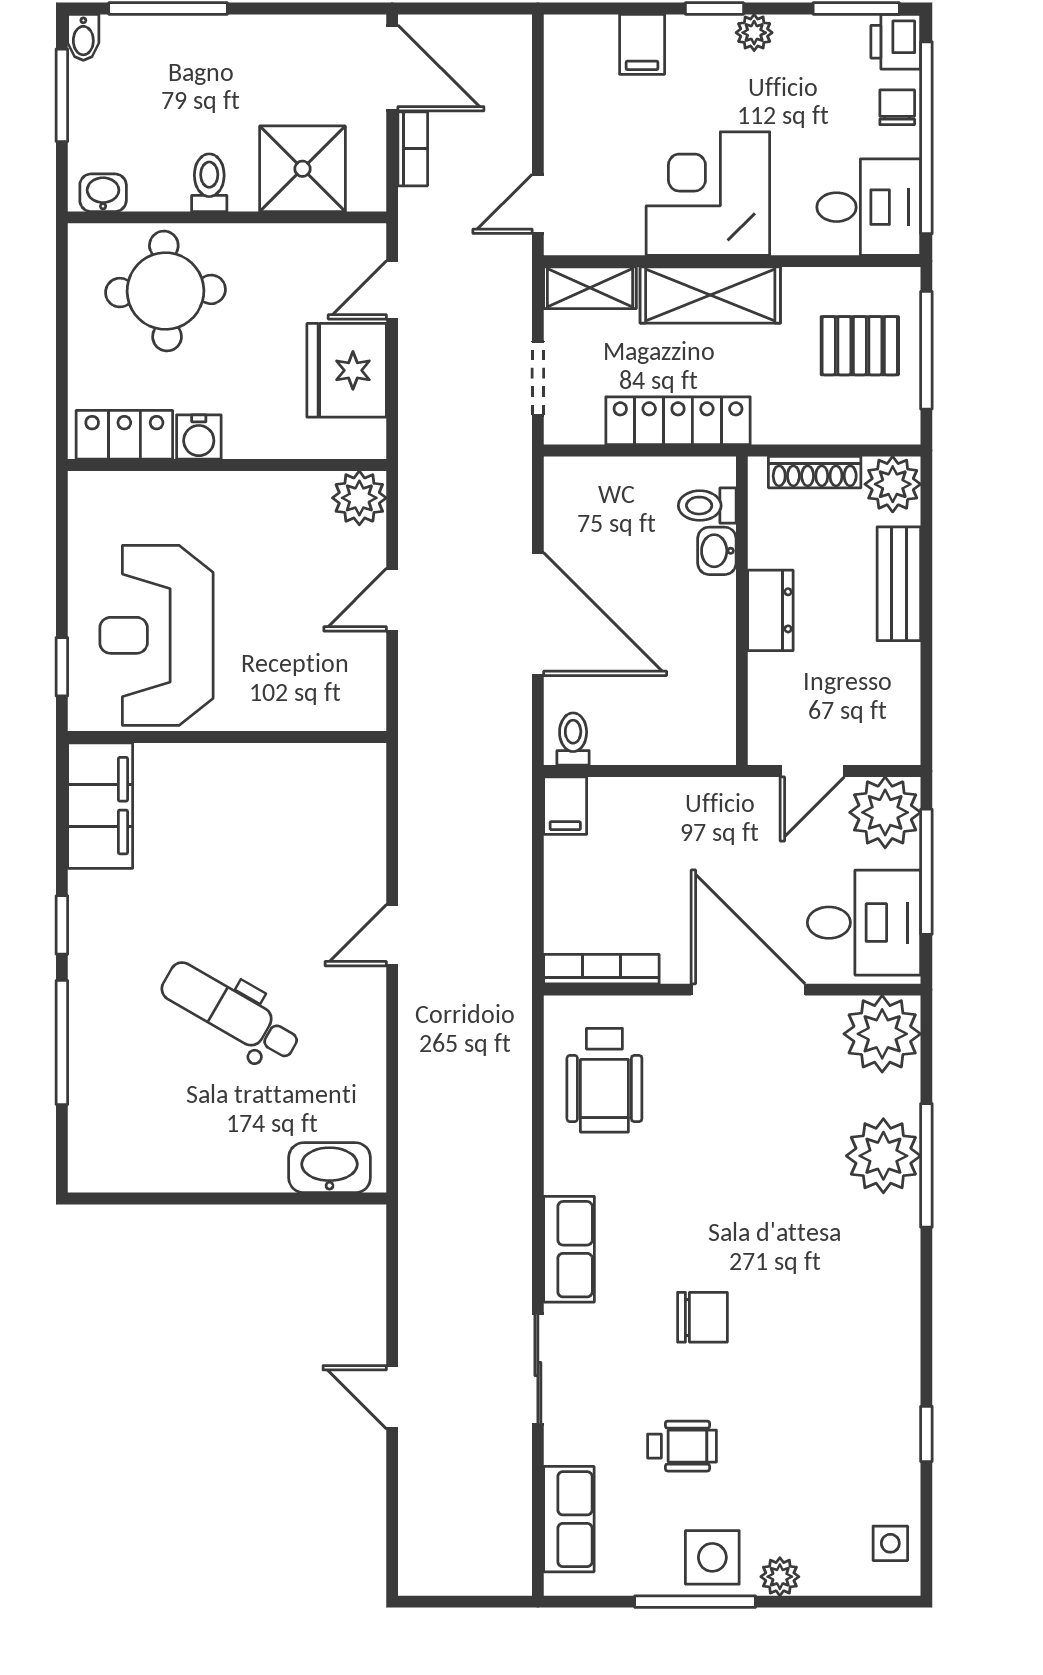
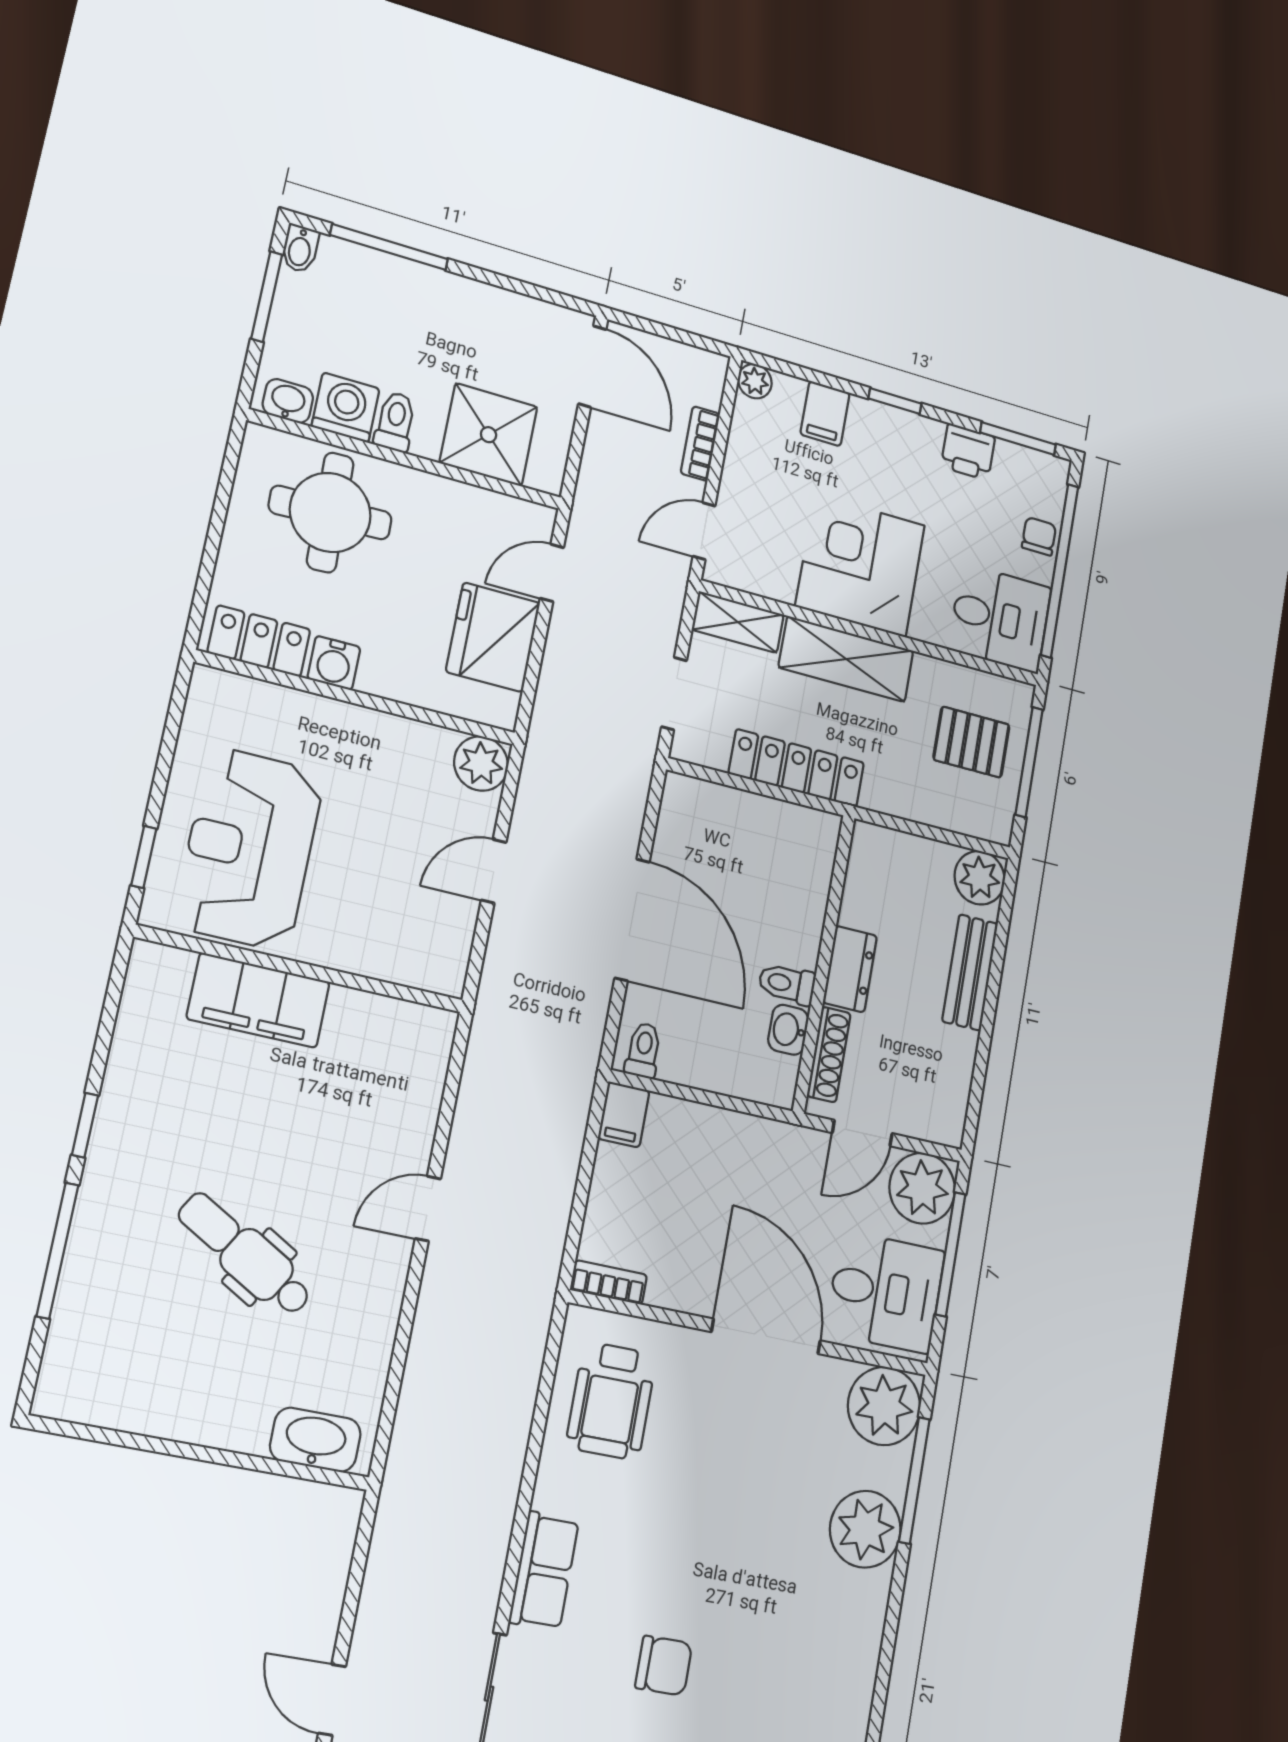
plant: (754, 33) -> (755, 381), moved
printer: (896, 42) -> (968, 452), moved, turned -90
bookcase: (413, 149) -> (700, 444), moved, turned 180
washing machine: (159, 183) -> (346, 407), added
shoe rack: (815, 472) -> (829, 1055), moved, turned -90
toilet: (707, 506) -> (787, 984), moved
washbasin: (717, 551) -> (788, 1030), moved
filing cabinet: (100, 806) -> (258, 1000), moved, turned 90
bookcase: (601, 969) -> (609, 1282), width x0.64
window: (926, 1165) -> (914, 1480), moved

